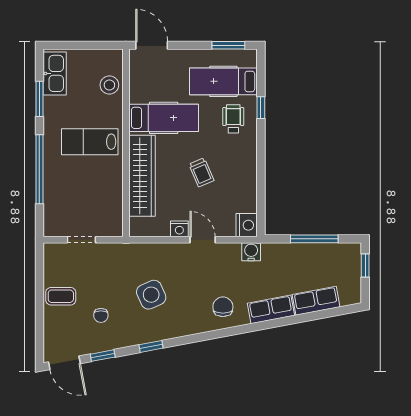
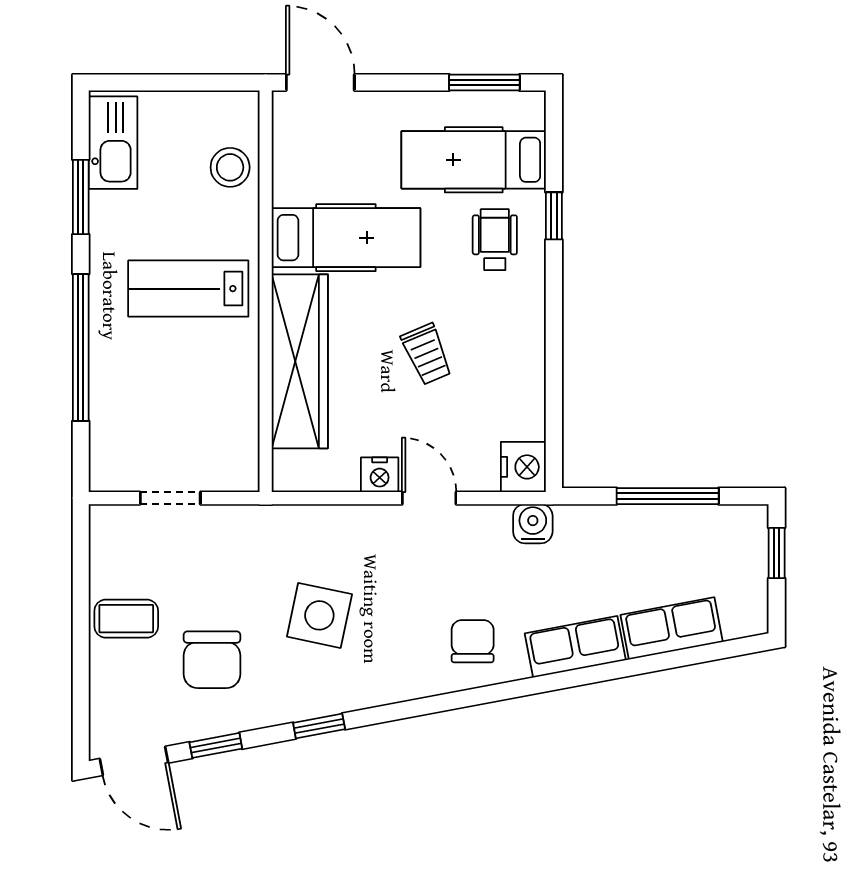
side table: (151, 295) -> (319, 615), turned 36
chair: (101, 315) -> (212, 660), width x1.87, depth x1.87

